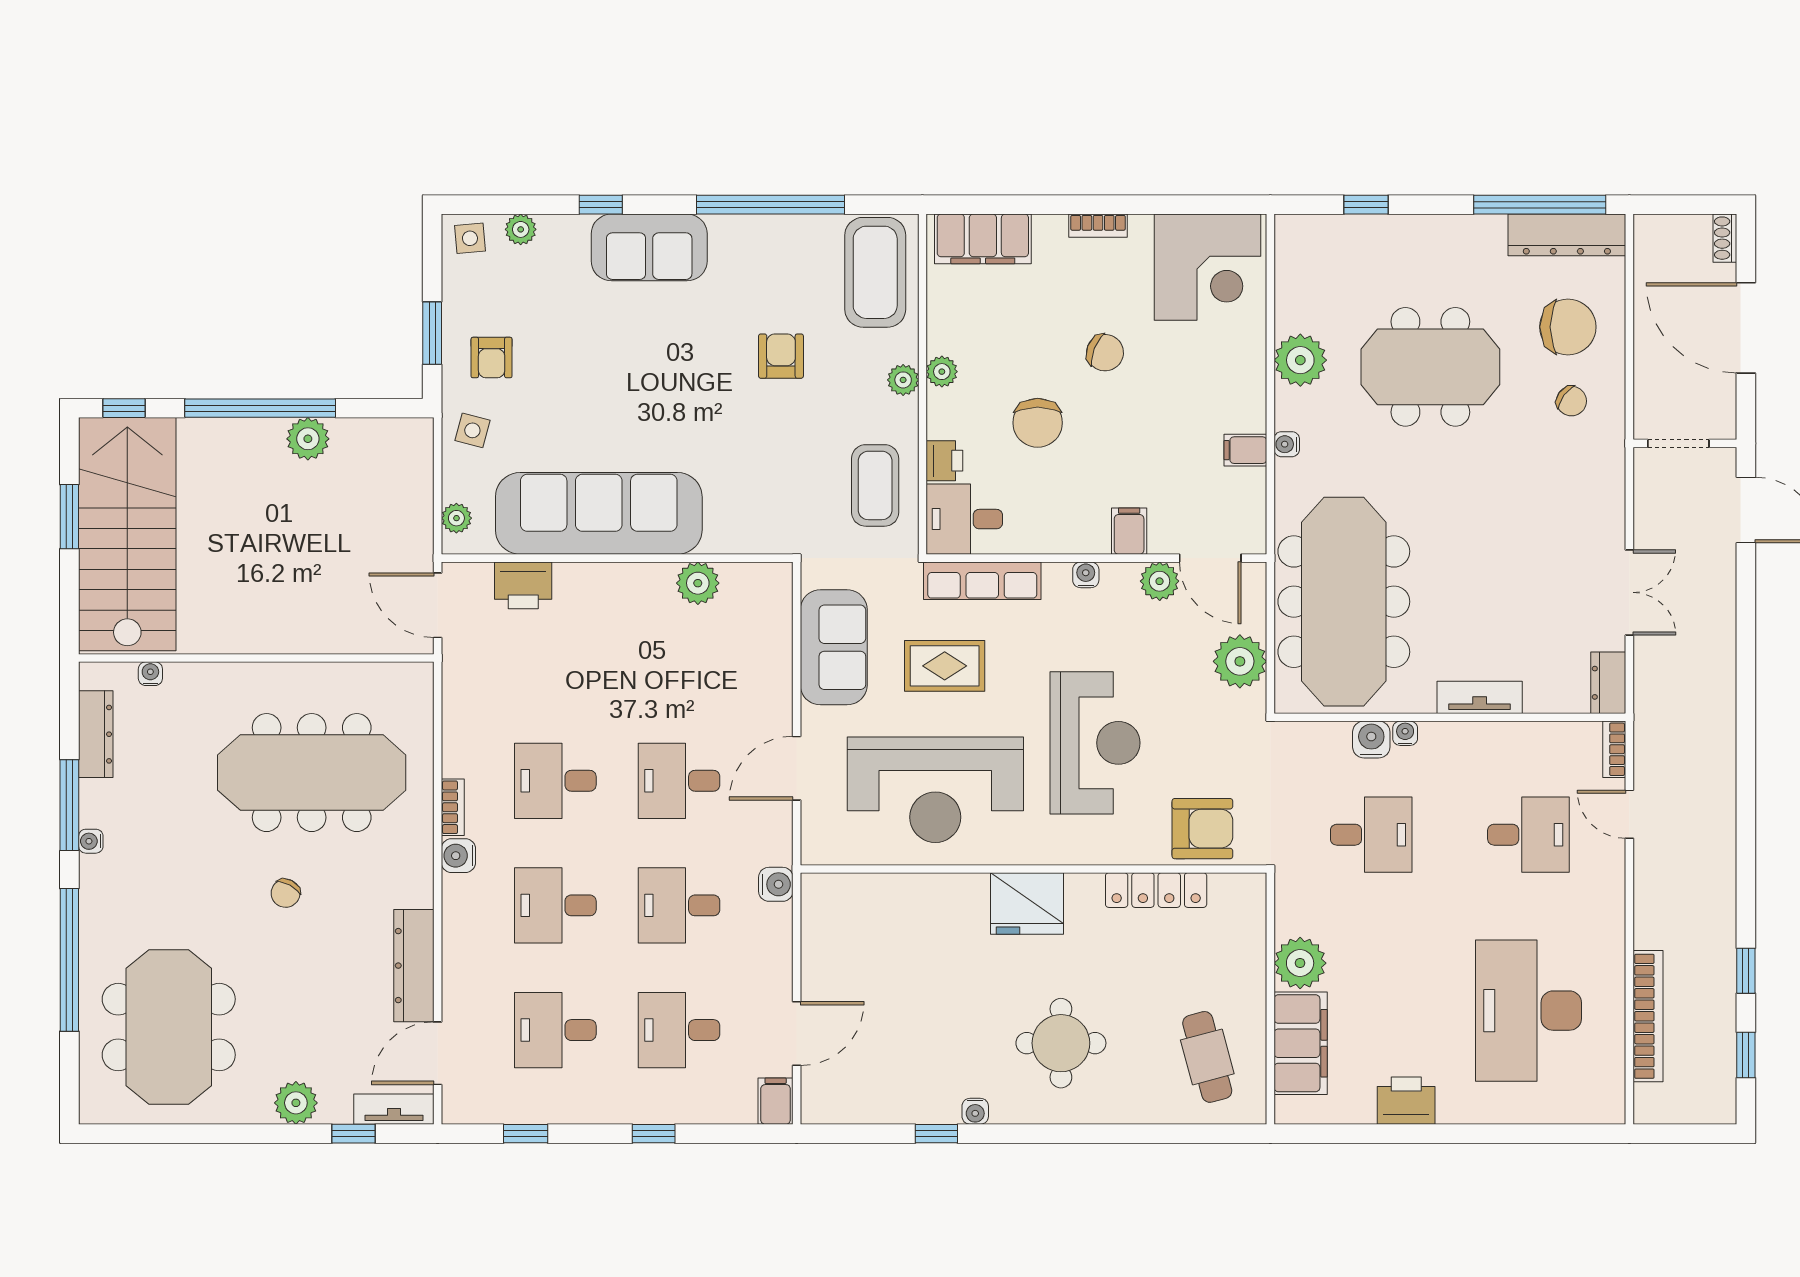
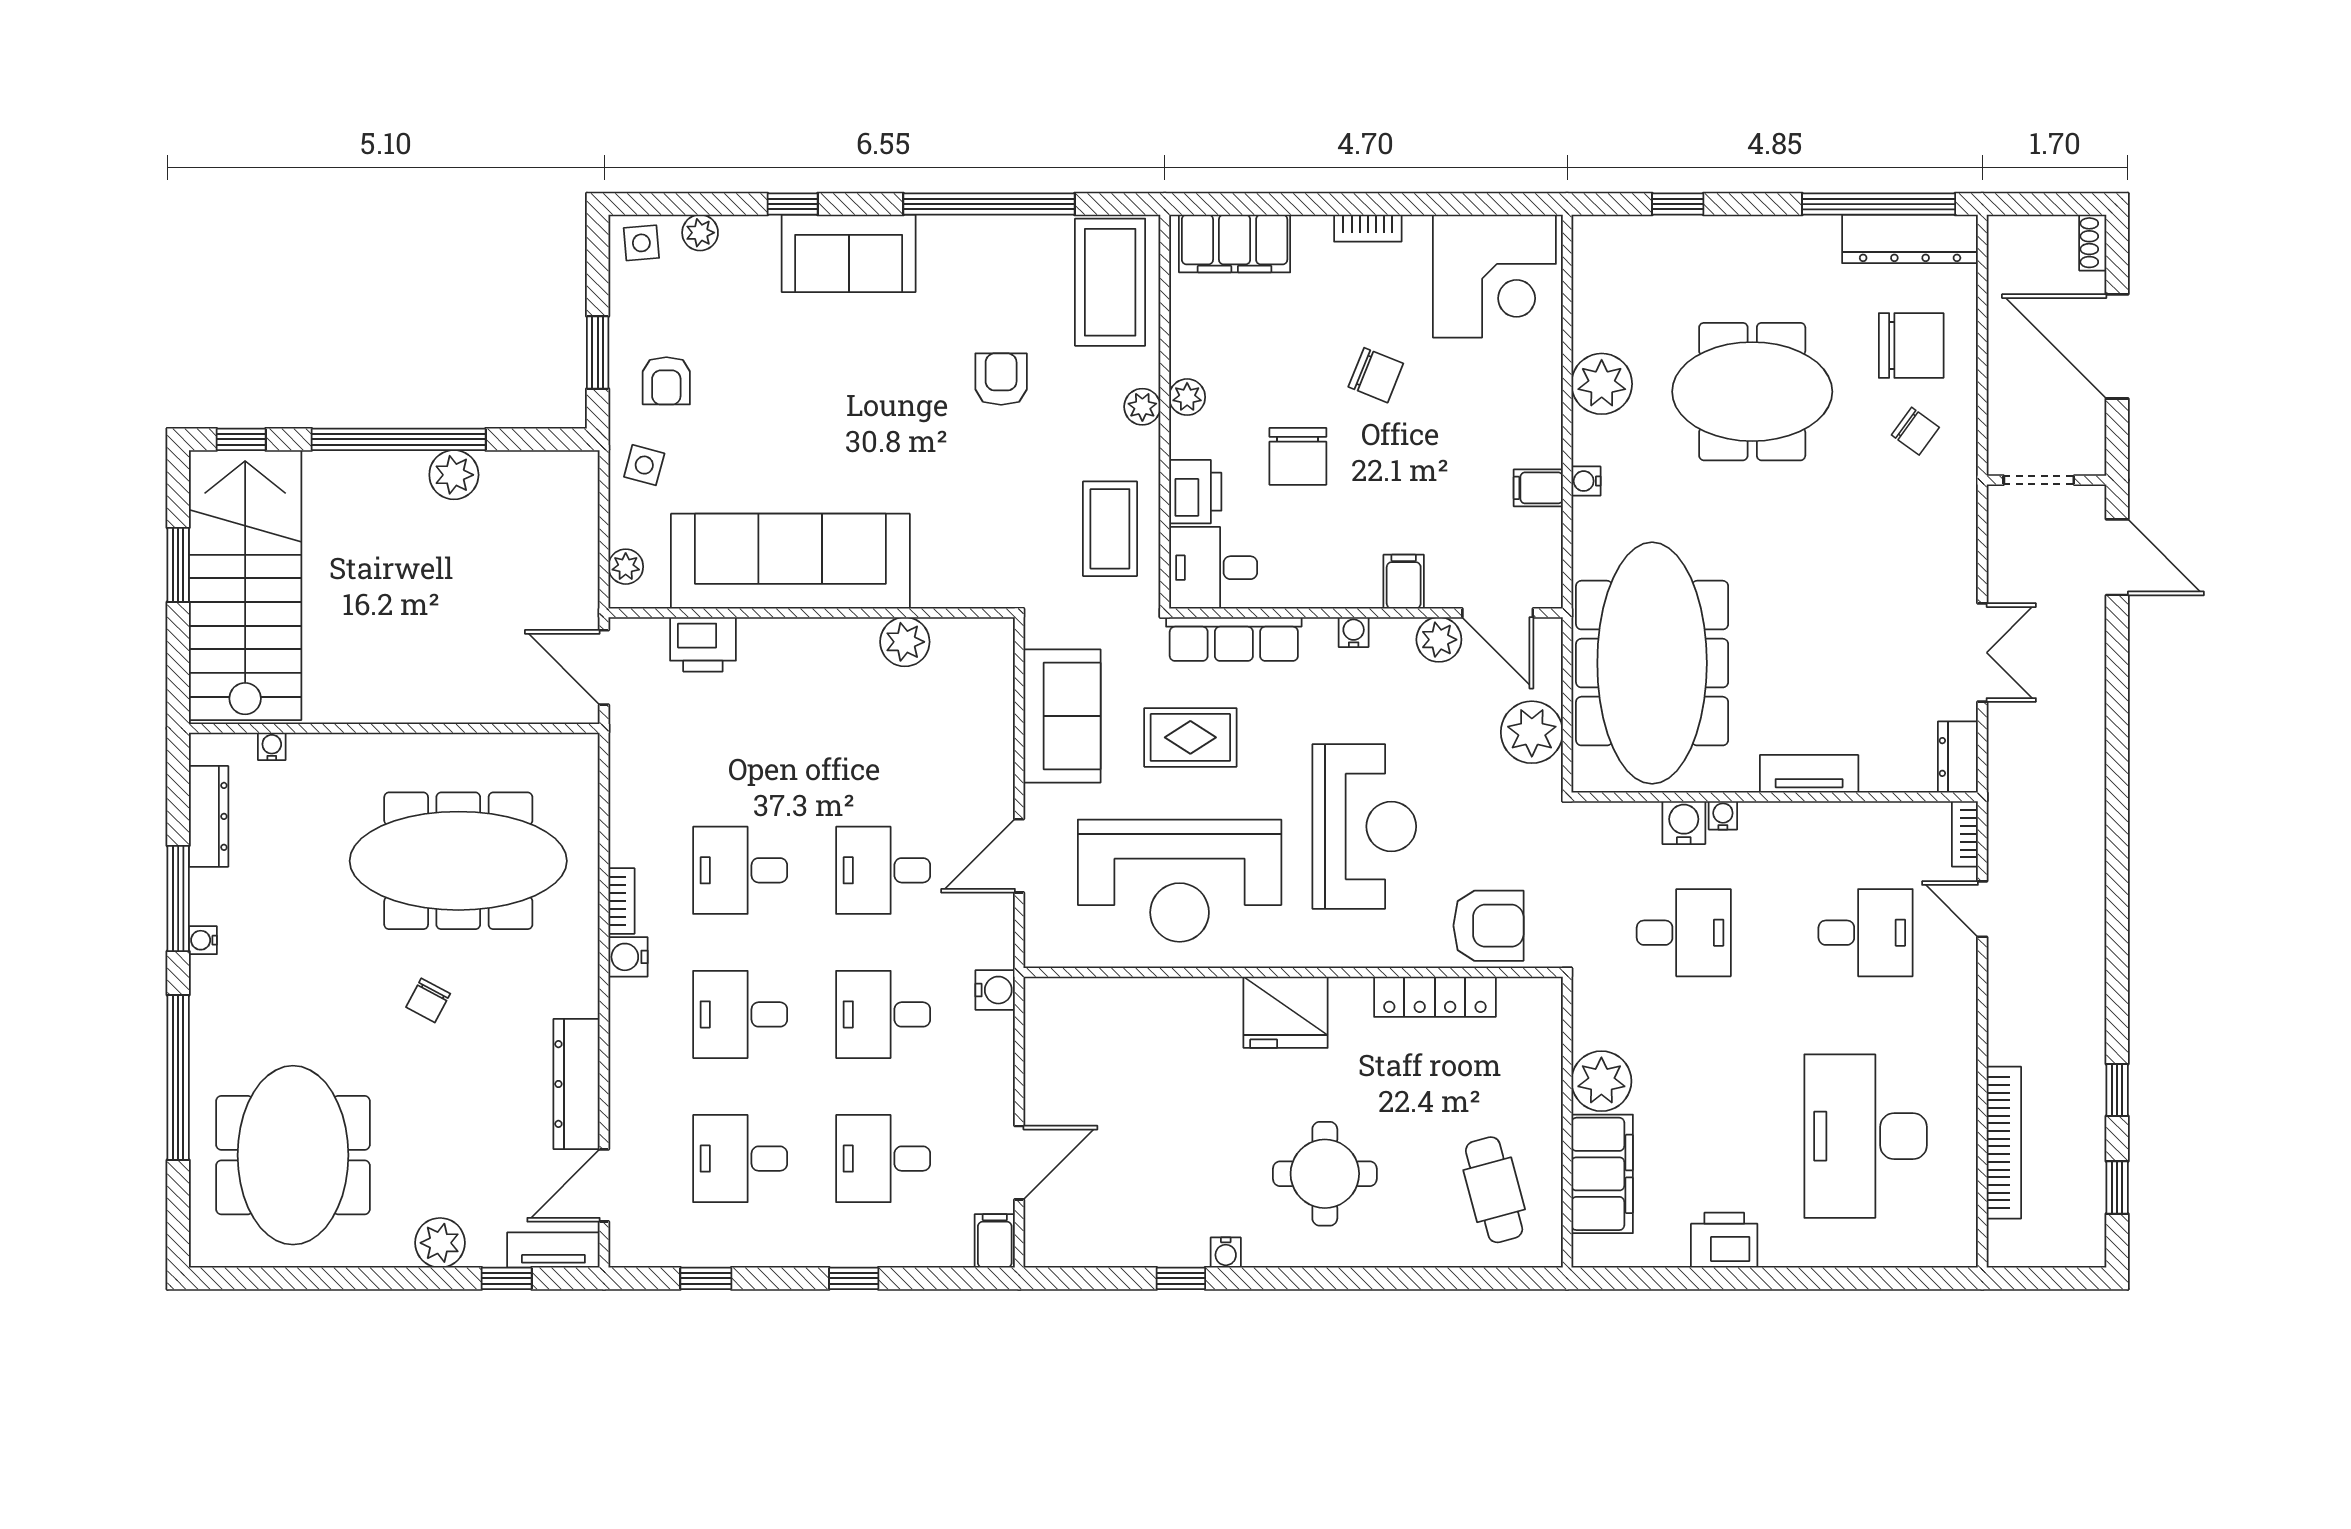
printer: (944, 461) -> (1195, 492), width x1.36, depth x1.24

